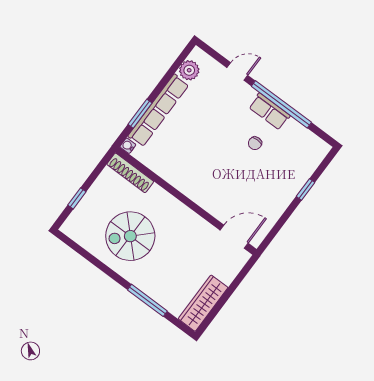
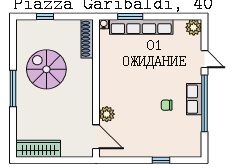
plant: (189, 70) -> (194, 27), moved
plant: (220, 209) -> (107, 114), added
window: (147, 300) -> (13, 89), moved

